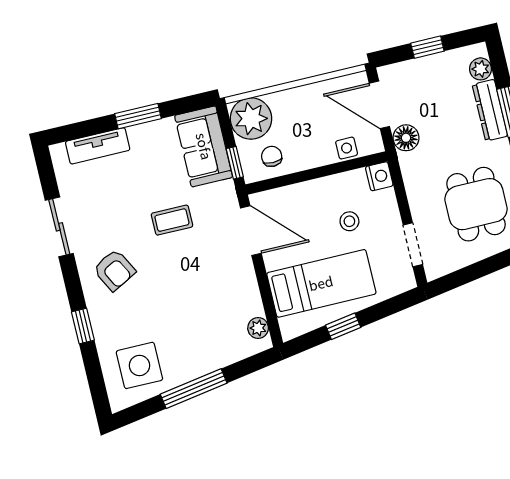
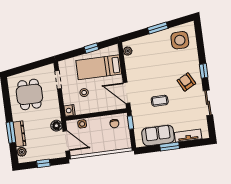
plant: (251, 119) -> (122, 141), removed
sofa: (204, 146) -> (158, 135), moved, turned -90
window: (83, 326) -> (204, 71), moved
window: (194, 389) -> (158, 28), width x0.69

